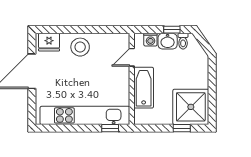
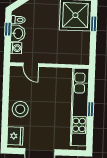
bathtub: (144, 88) -> (57, 55), removed
window: (110, 128) -> (91, 109), moved

